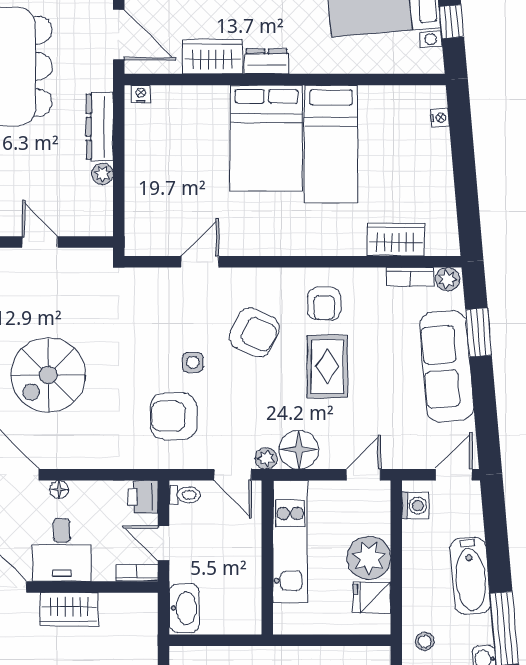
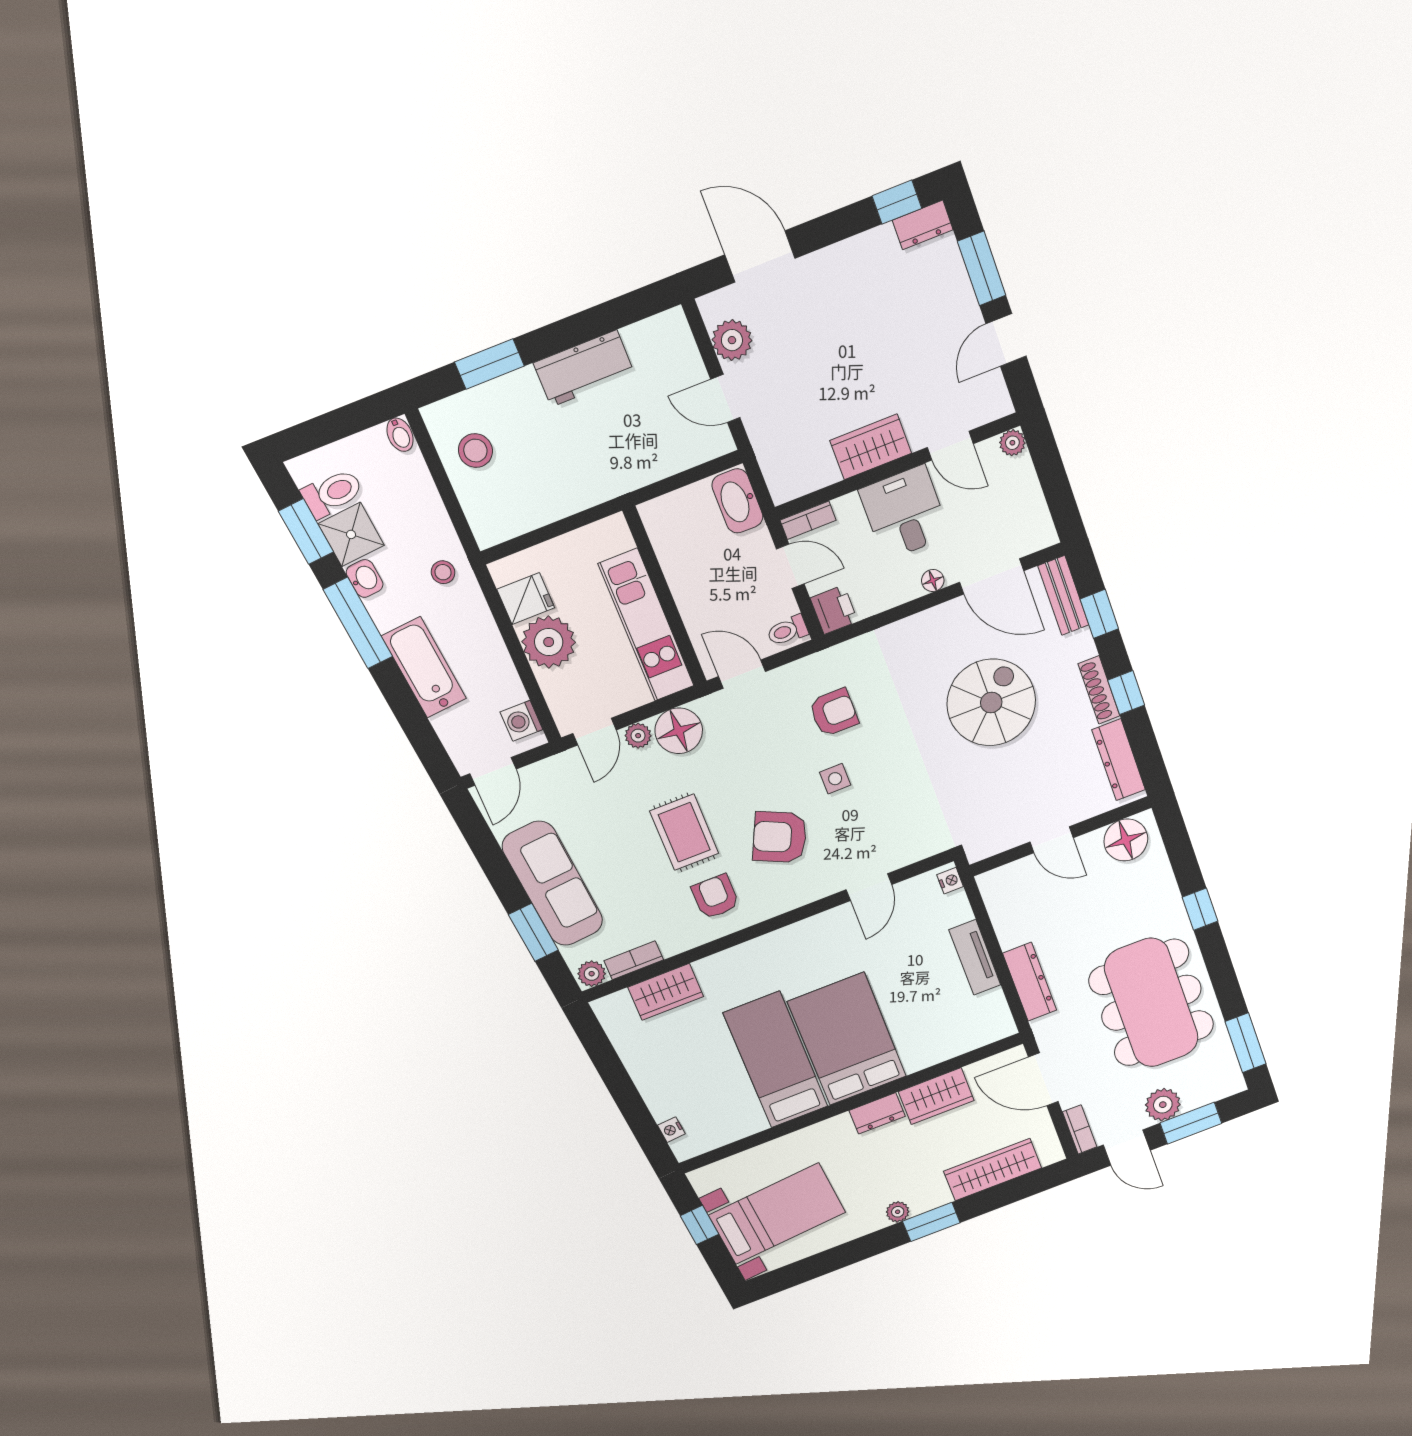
nightstand: (141, 94) -> (950, 881), moved, turned -90
tv unit: (137, 167) -> (975, 957), added
plant: (102, 174) -> (1009, 936), removed
armchair: (174, 416) -> (834, 712), width x0.72, depth x0.72
plant: (266, 458) -> (638, 736), moved

